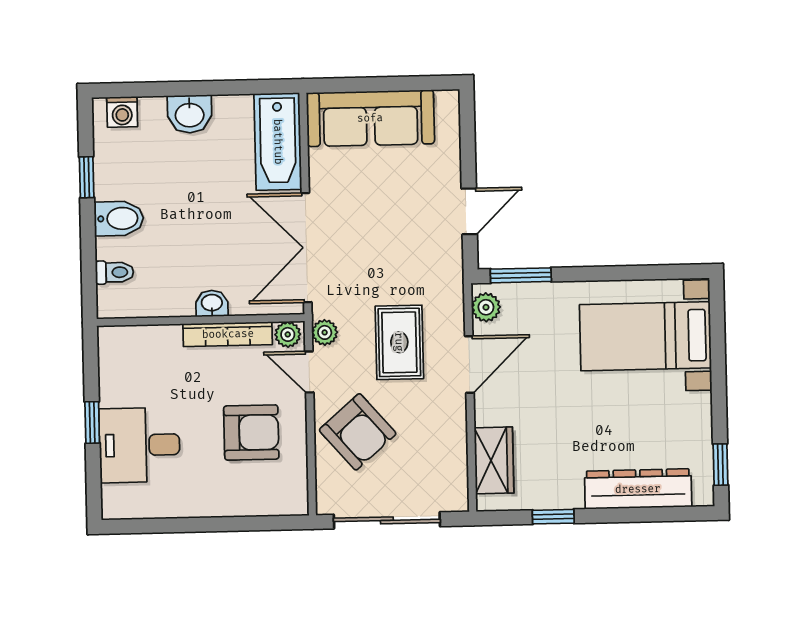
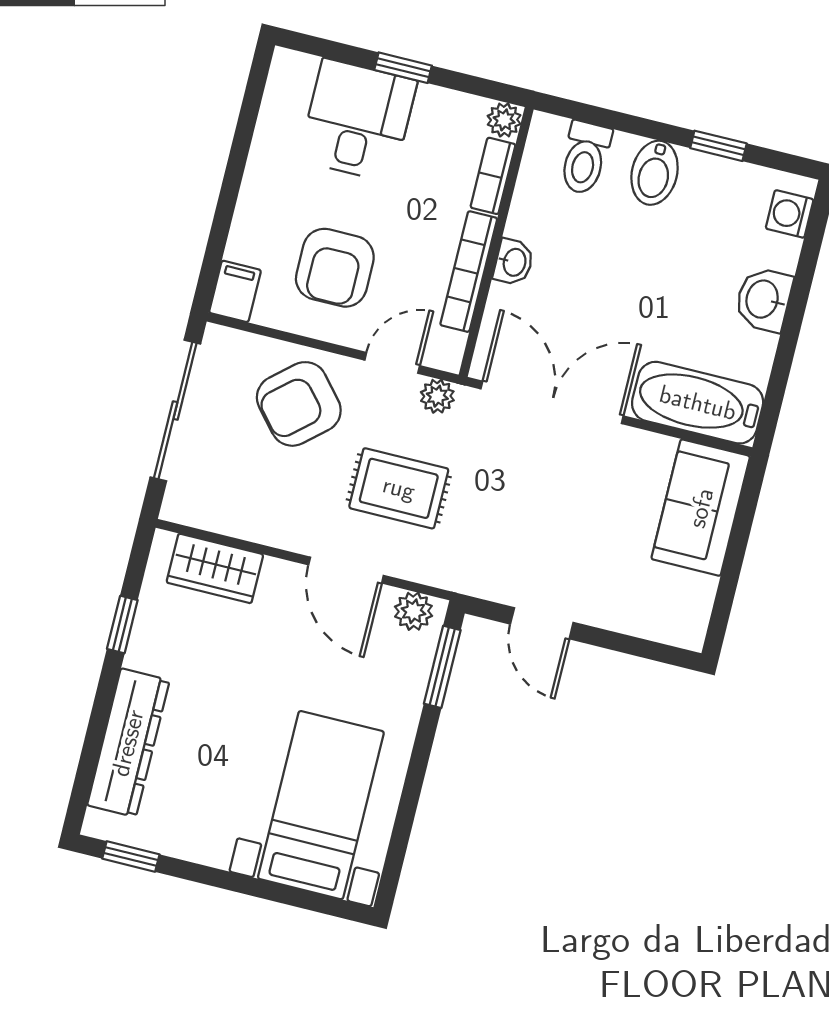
sofa: (370, 118) -> (701, 508), width x0.73
toilet: (115, 272) -> (585, 158), width x1.37, depth x1.39
plant: (288, 334) -> (504, 120), moved
bookcase: (153, 336) -> (493, 176), added
filing cabinet: (288, 501) -> (235, 291), added

